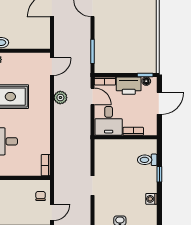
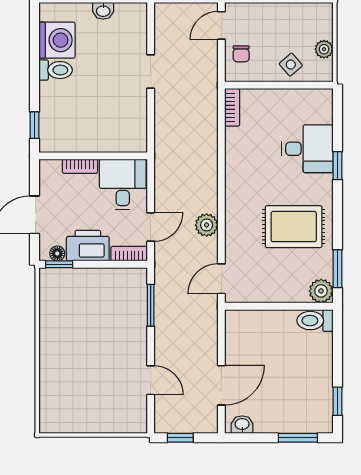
door: (93, 96) -> (151, 227), swing flipped
toilet: (147, 160) -> (56, 70), moved
window: (159, 174) -> (35, 125), moved
side table: (12, 190) -> (291, 65), added
washing machine: (151, 199) -> (57, 40), width x1.89, depth x1.89

